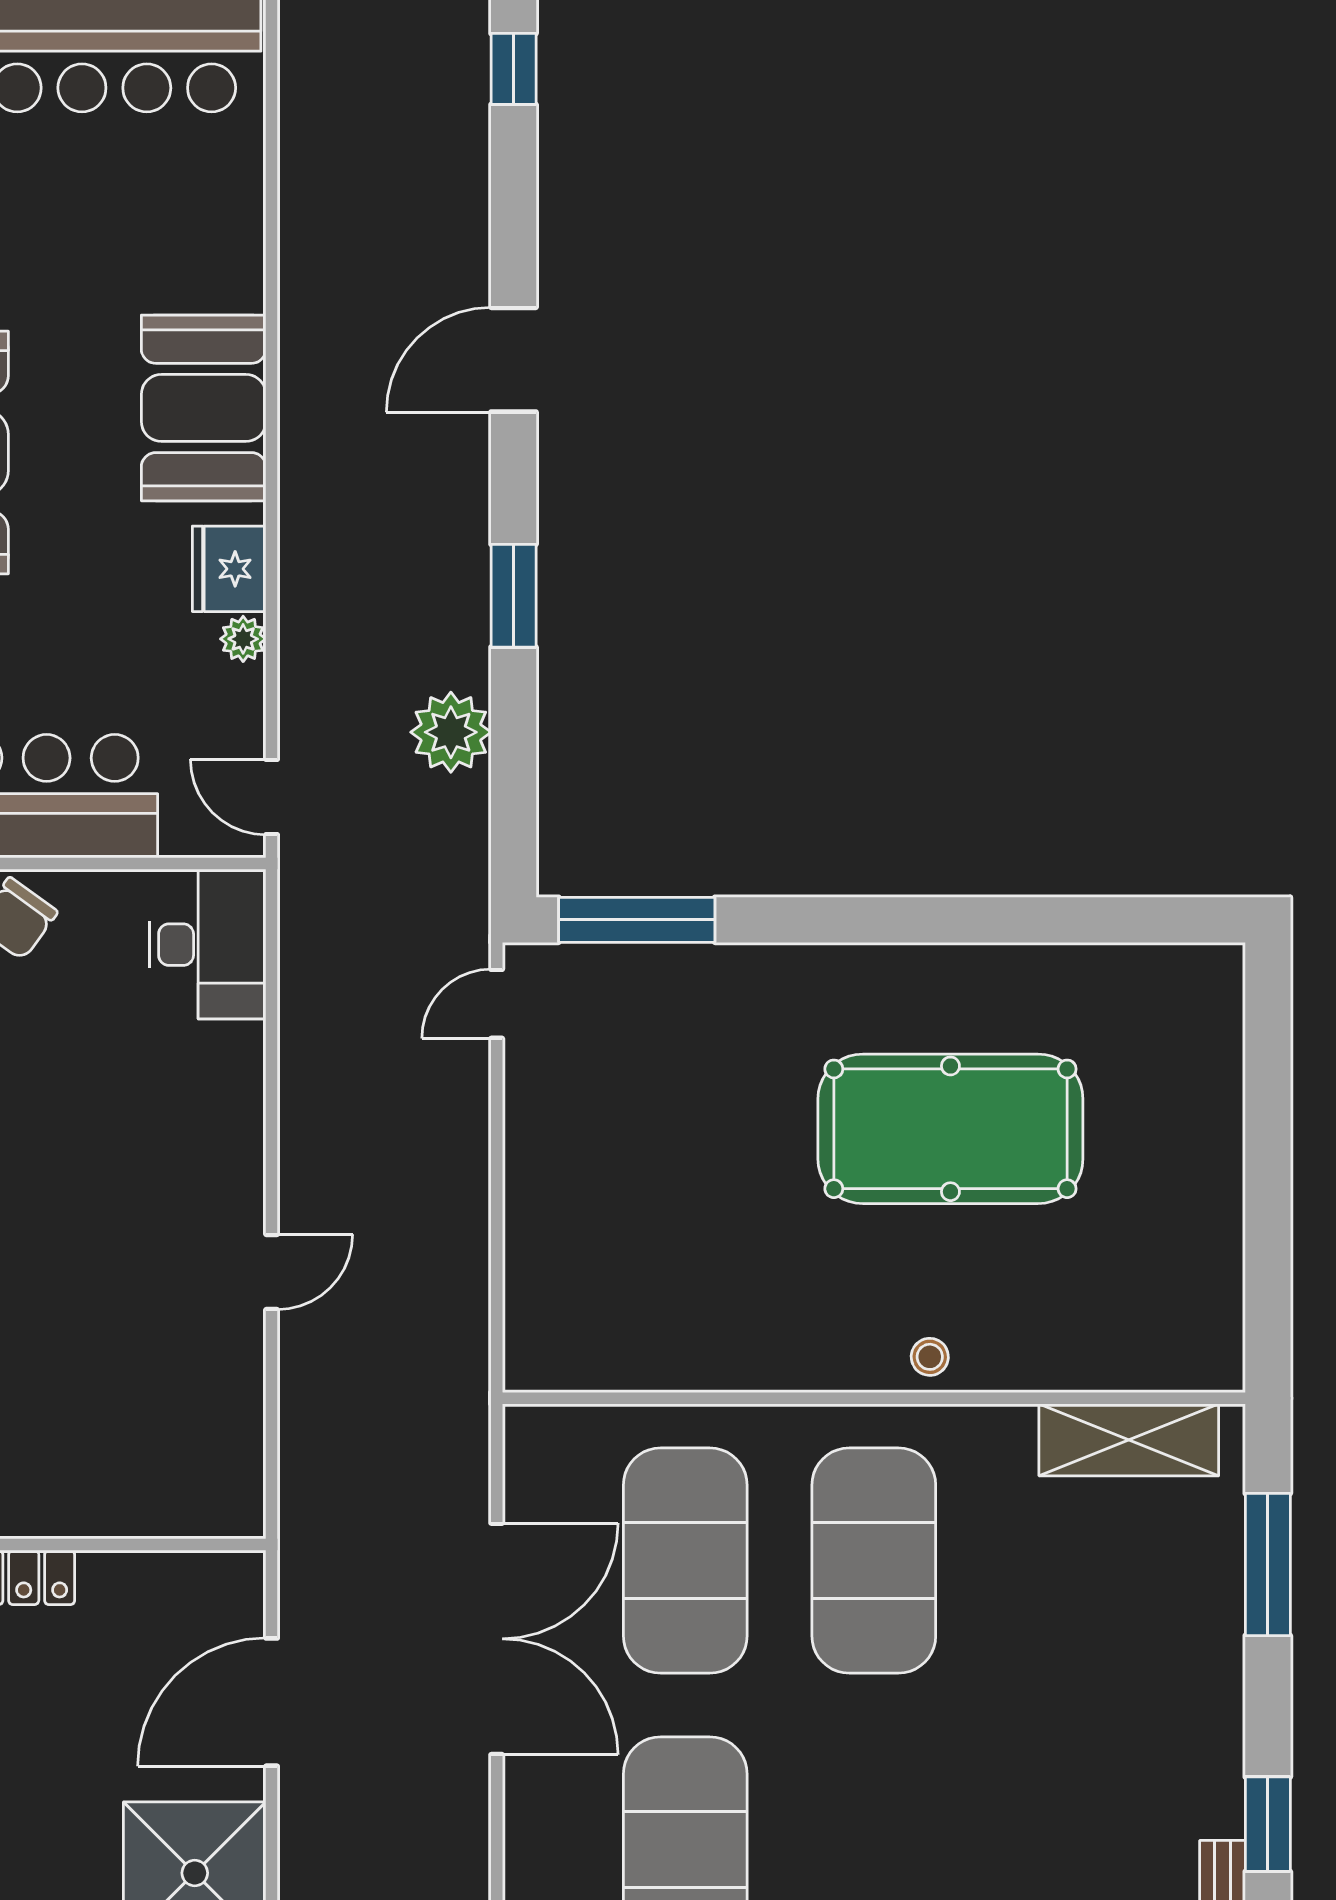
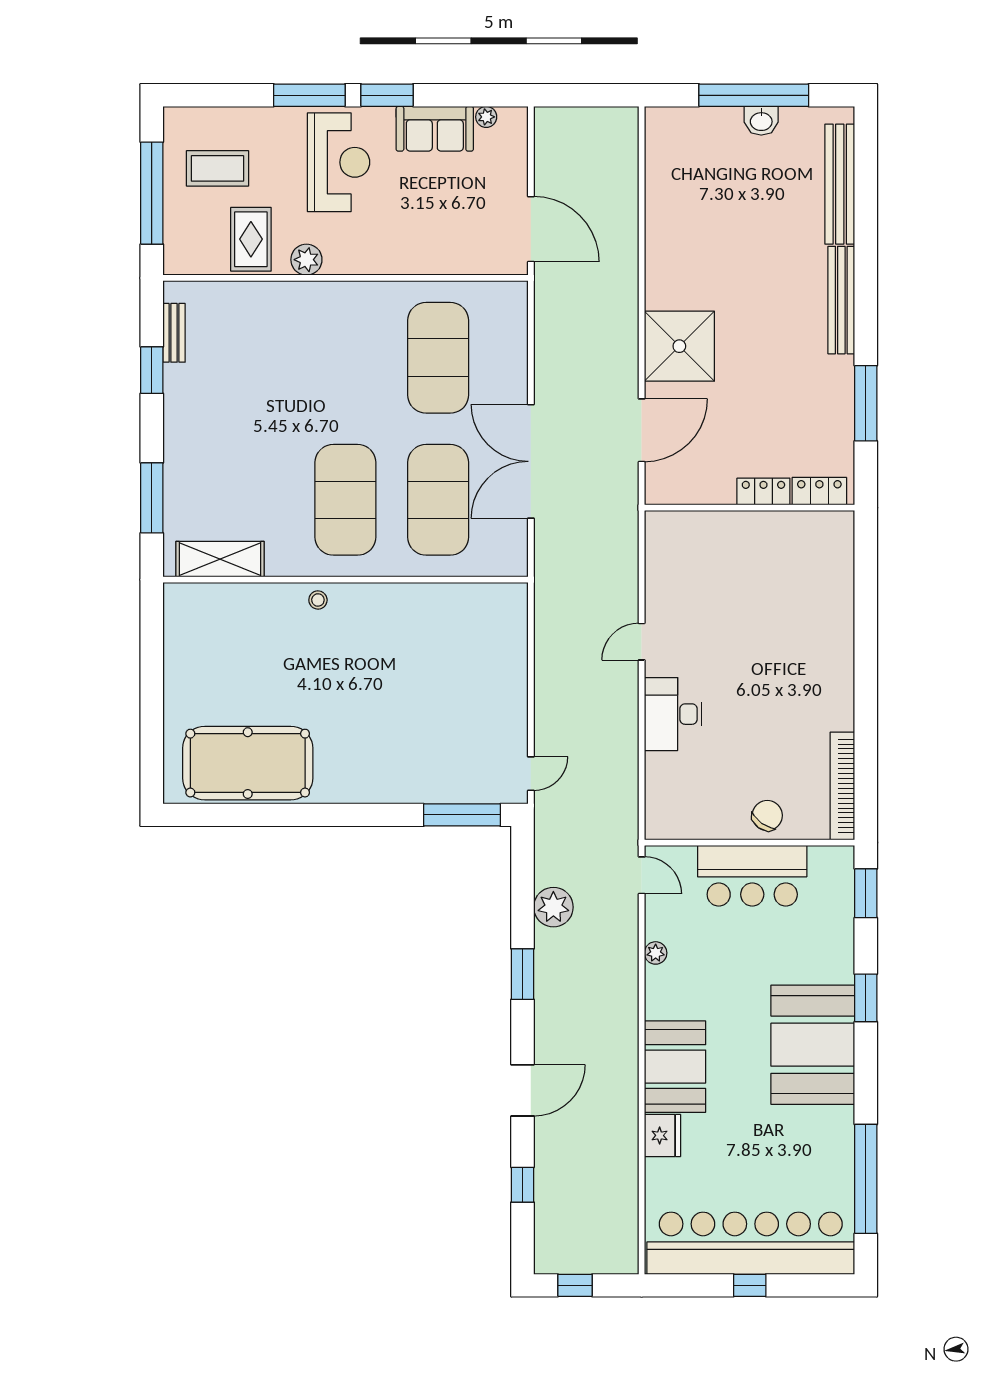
window: (514, 69) -> (523, 1185), moved
fridge: (229, 569) -> (662, 1135), moved
desk: (208, 945) -> (673, 714), moved
pool table: (950, 1129) -> (248, 763), moved

